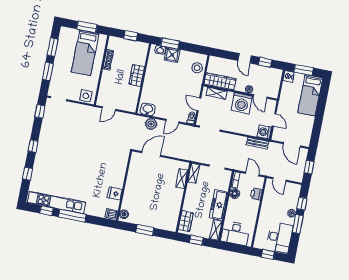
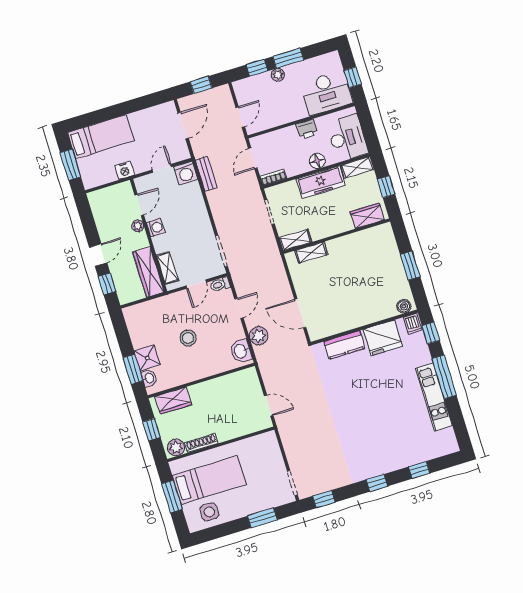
plant: (113, 44) -> (176, 447), added
window: (53, 47) -> (225, 529), removed
window: (265, 62) -> (107, 284), moved
stool: (197, 68) -> (188, 338), moved
wardrobe: (137, 75) -> (173, 400), moved
nightstand: (289, 76) -> (124, 170), moved
side table: (86, 96) -> (209, 512), moved
washing machine: (242, 103) -> (156, 228), width x0.53, depth x0.53
door: (172, 121) -> (239, 308), hinge flipped
kitchen counter: (120, 169) -> (344, 345), added
fridge: (115, 194) -> (383, 338), width x1.88, depth x1.34
floor lamp: (235, 194) -> (317, 161), moved
printer: (256, 194) -> (307, 129), moved
kitchen unit: (57, 202) -> (434, 397), width x0.73
window: (46, 211) -> (431, 333), moved
desk: (280, 237) -> (326, 93), moved, turned 180

